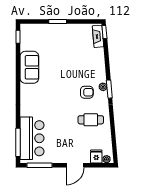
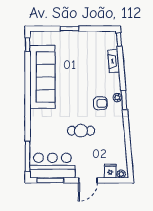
fireplace: (98, 36) -> (114, 61), moved
sofa: (29, 67) -> (42, 77), width x1.85, depth x1.27
cafe table: (91, 120) -> (81, 131), moved
bar counter: (32, 138) -> (52, 166), moved, turned -90

